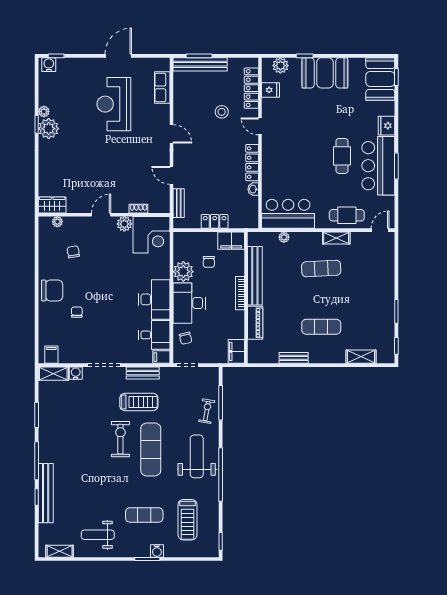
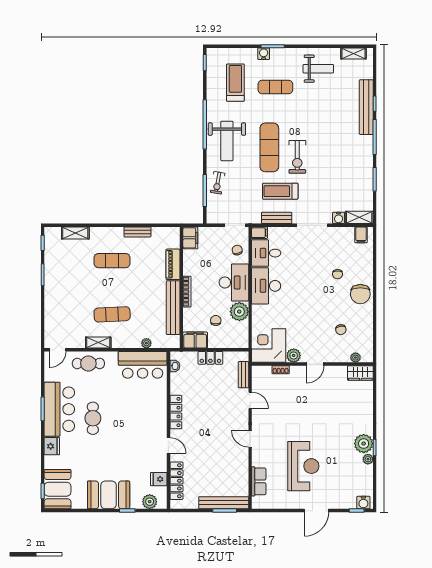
door: (118, 56) -> (316, 511), moved
stool: (222, 112) -> (204, 459), removed
washbasin: (253, 189) -> (175, 366), moved
chair: (52, 291) -> (360, 294), turned -90

